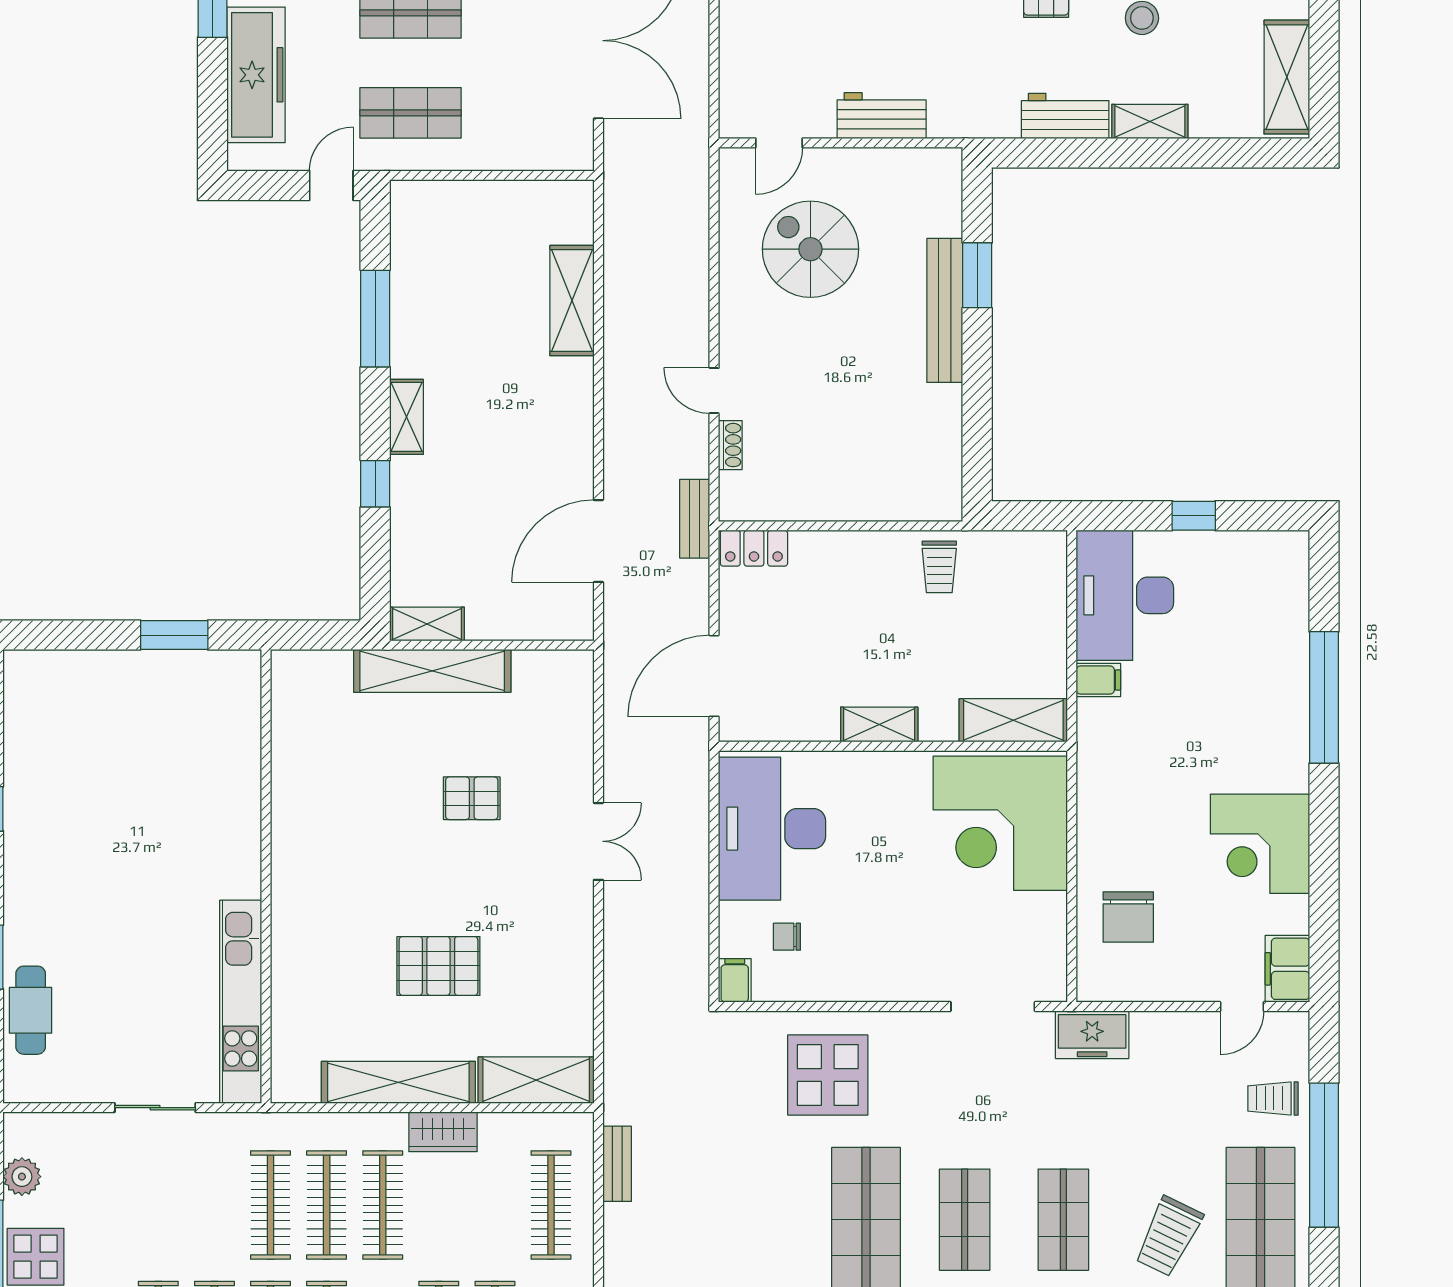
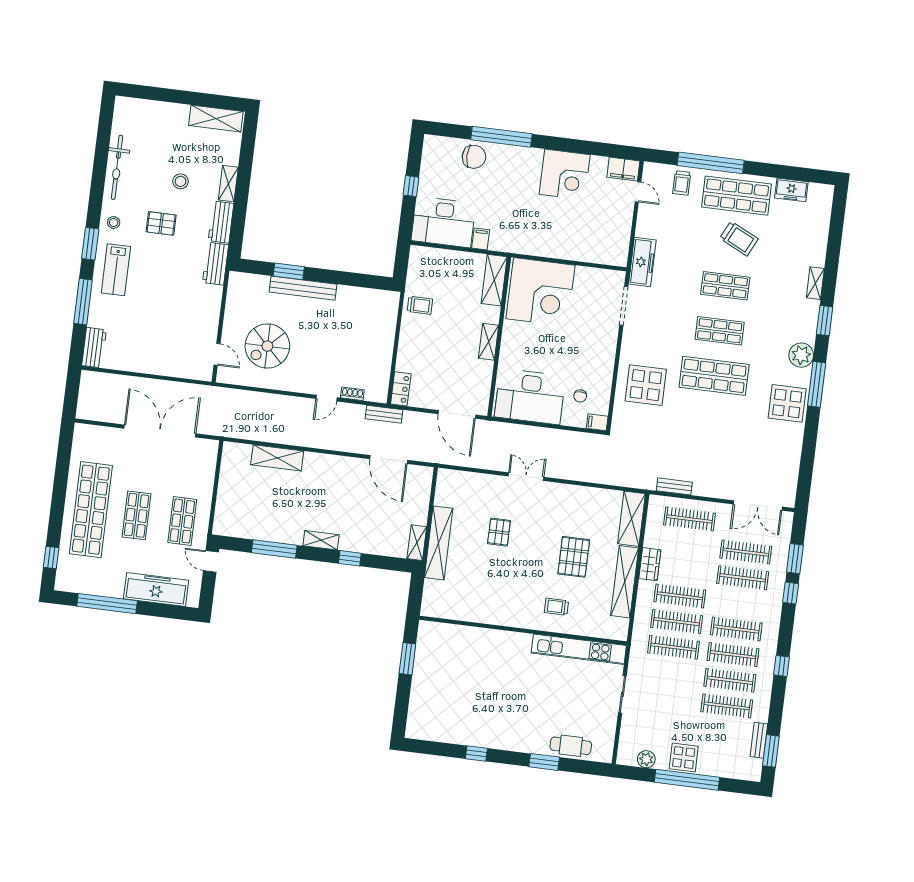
workbench: (882, 116) -> (216, 264), moved
chair: (1128, 917) -> (474, 157), moved
trolley: (326, 942) -> (556, 607), added
freezer: (1092, 1035) -> (642, 262), width x1.40

